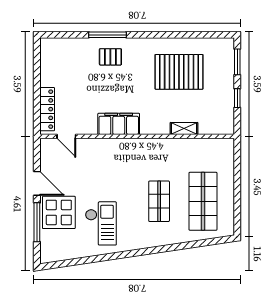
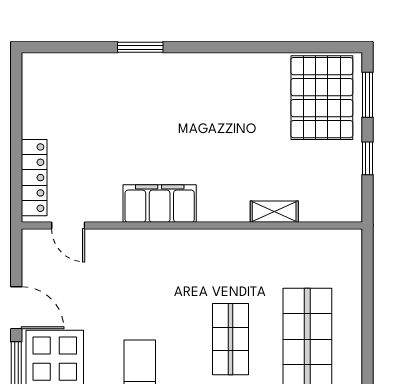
window: (108, 35) -> (140, 47), width x0.69
pallet: (110, 57) -> (145, 86), removed
pallet: (179, 72) -> (322, 98), moved, turned 90

